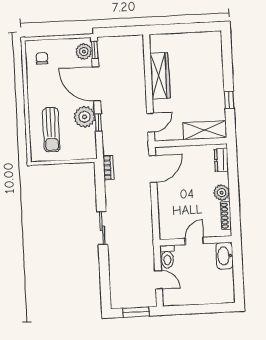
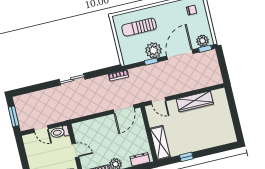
door: (153, 169) -> (124, 109), hinge flipped
door: (159, 280) -> (41, 129), hinge flipped

